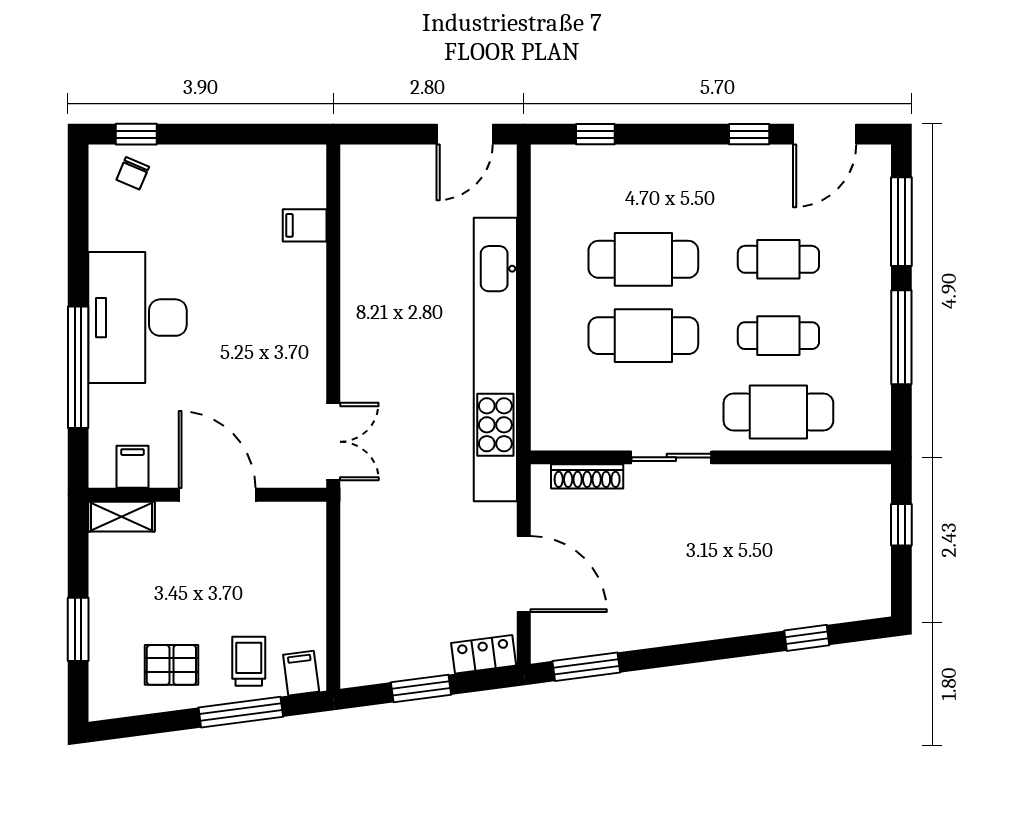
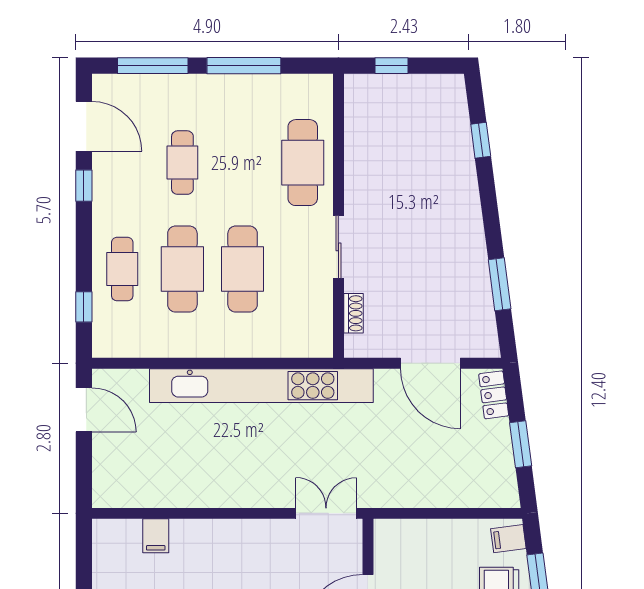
cafe table: (778, 336) -> (122, 269), moved
shoe rack: (587, 476) -> (354, 313), width x0.70
door: (524, 574) -> (430, 363), swing flipped
window: (586, 667) -> (500, 284), moved

